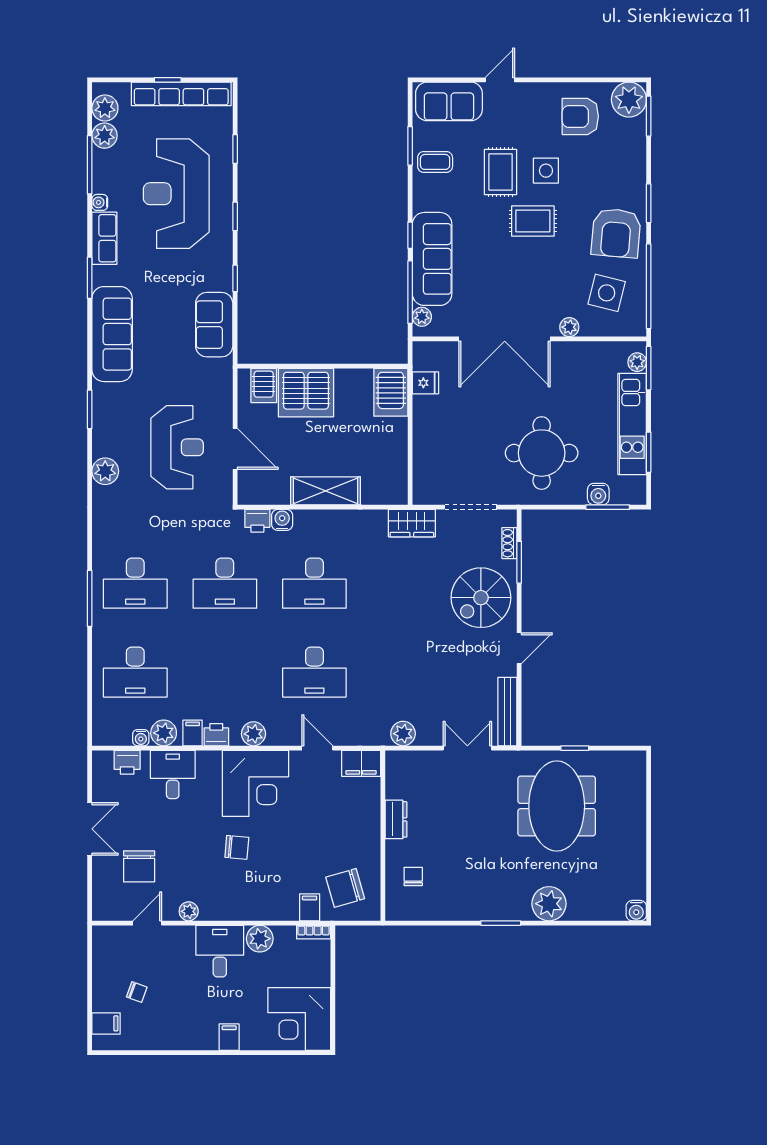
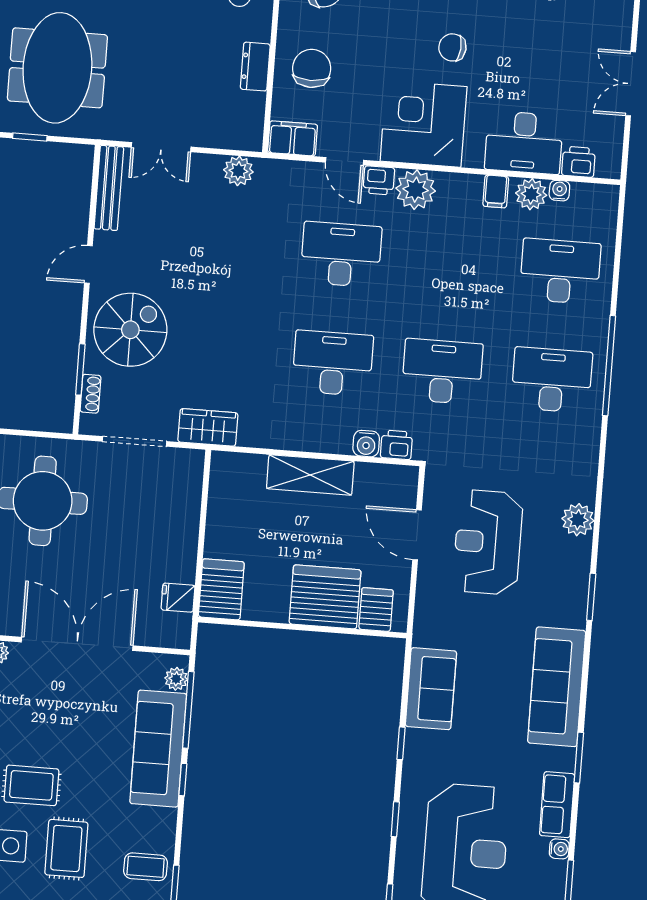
window: (90, 598) -> (609, 366), width x1.46
plant: (253, 734) -> (416, 190), width x1.36, depth x1.36
printer: (216, 735) -> (379, 180), moved
desk: (173, 774) -> (524, 143), width x1.37
chair: (139, 866) -> (312, 68), moved

